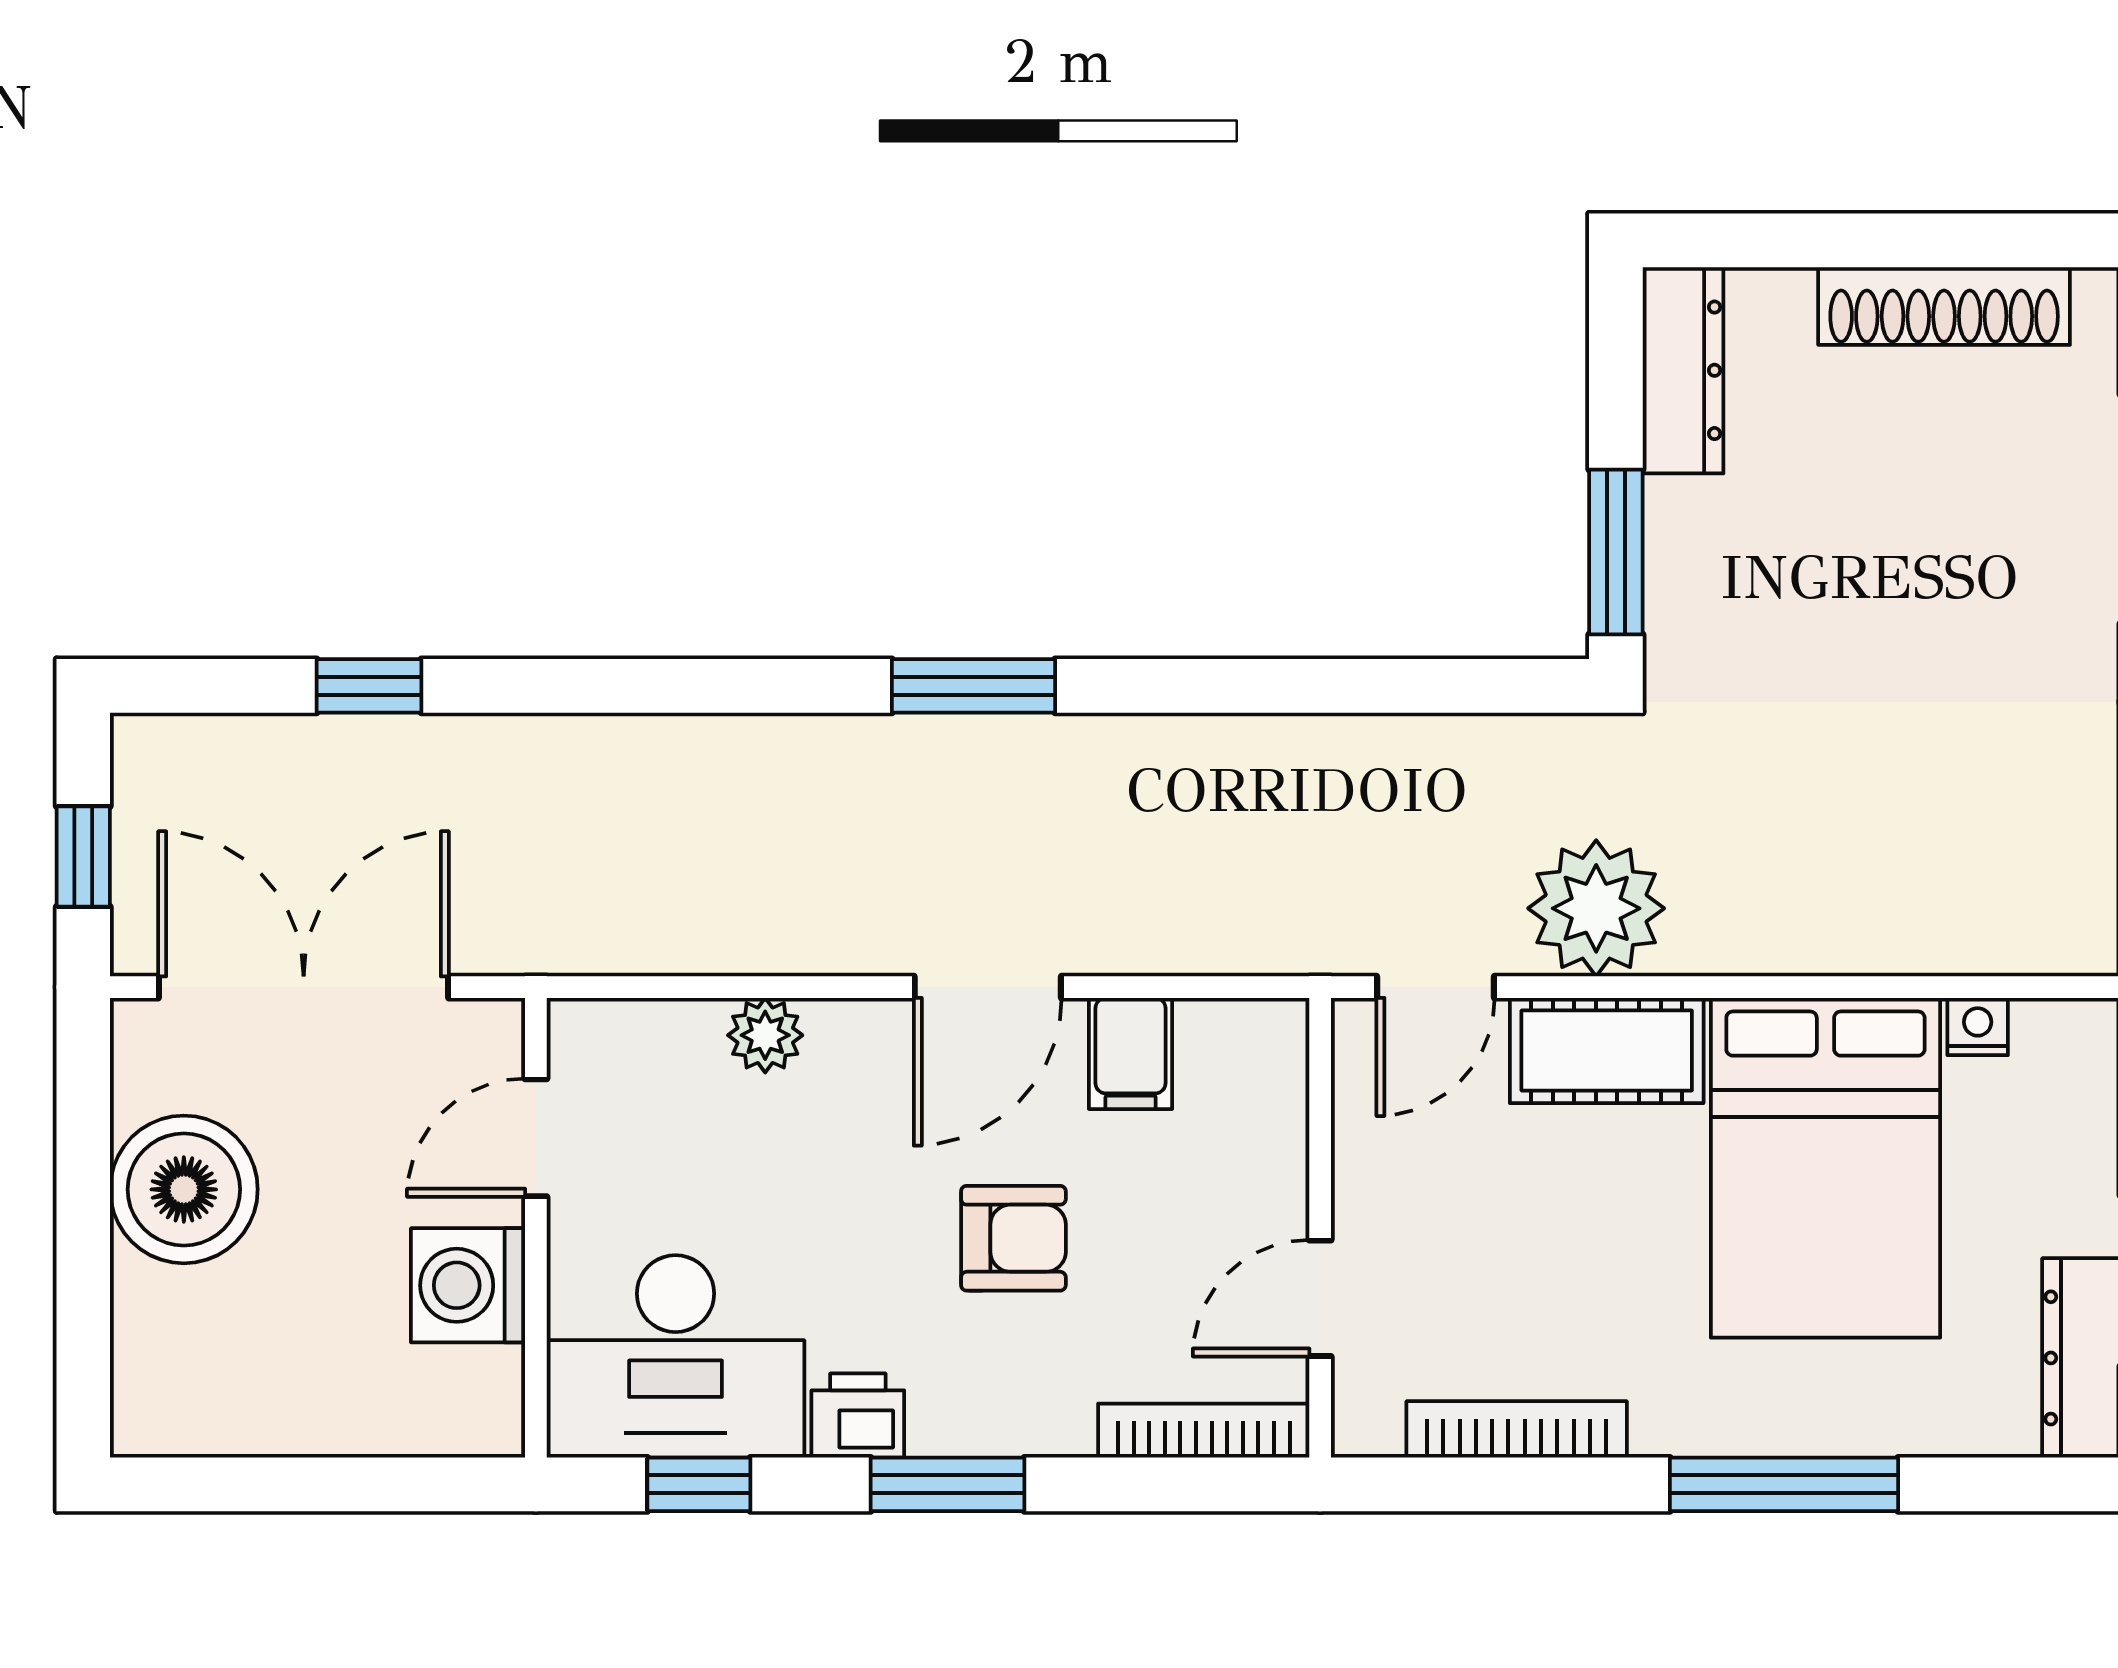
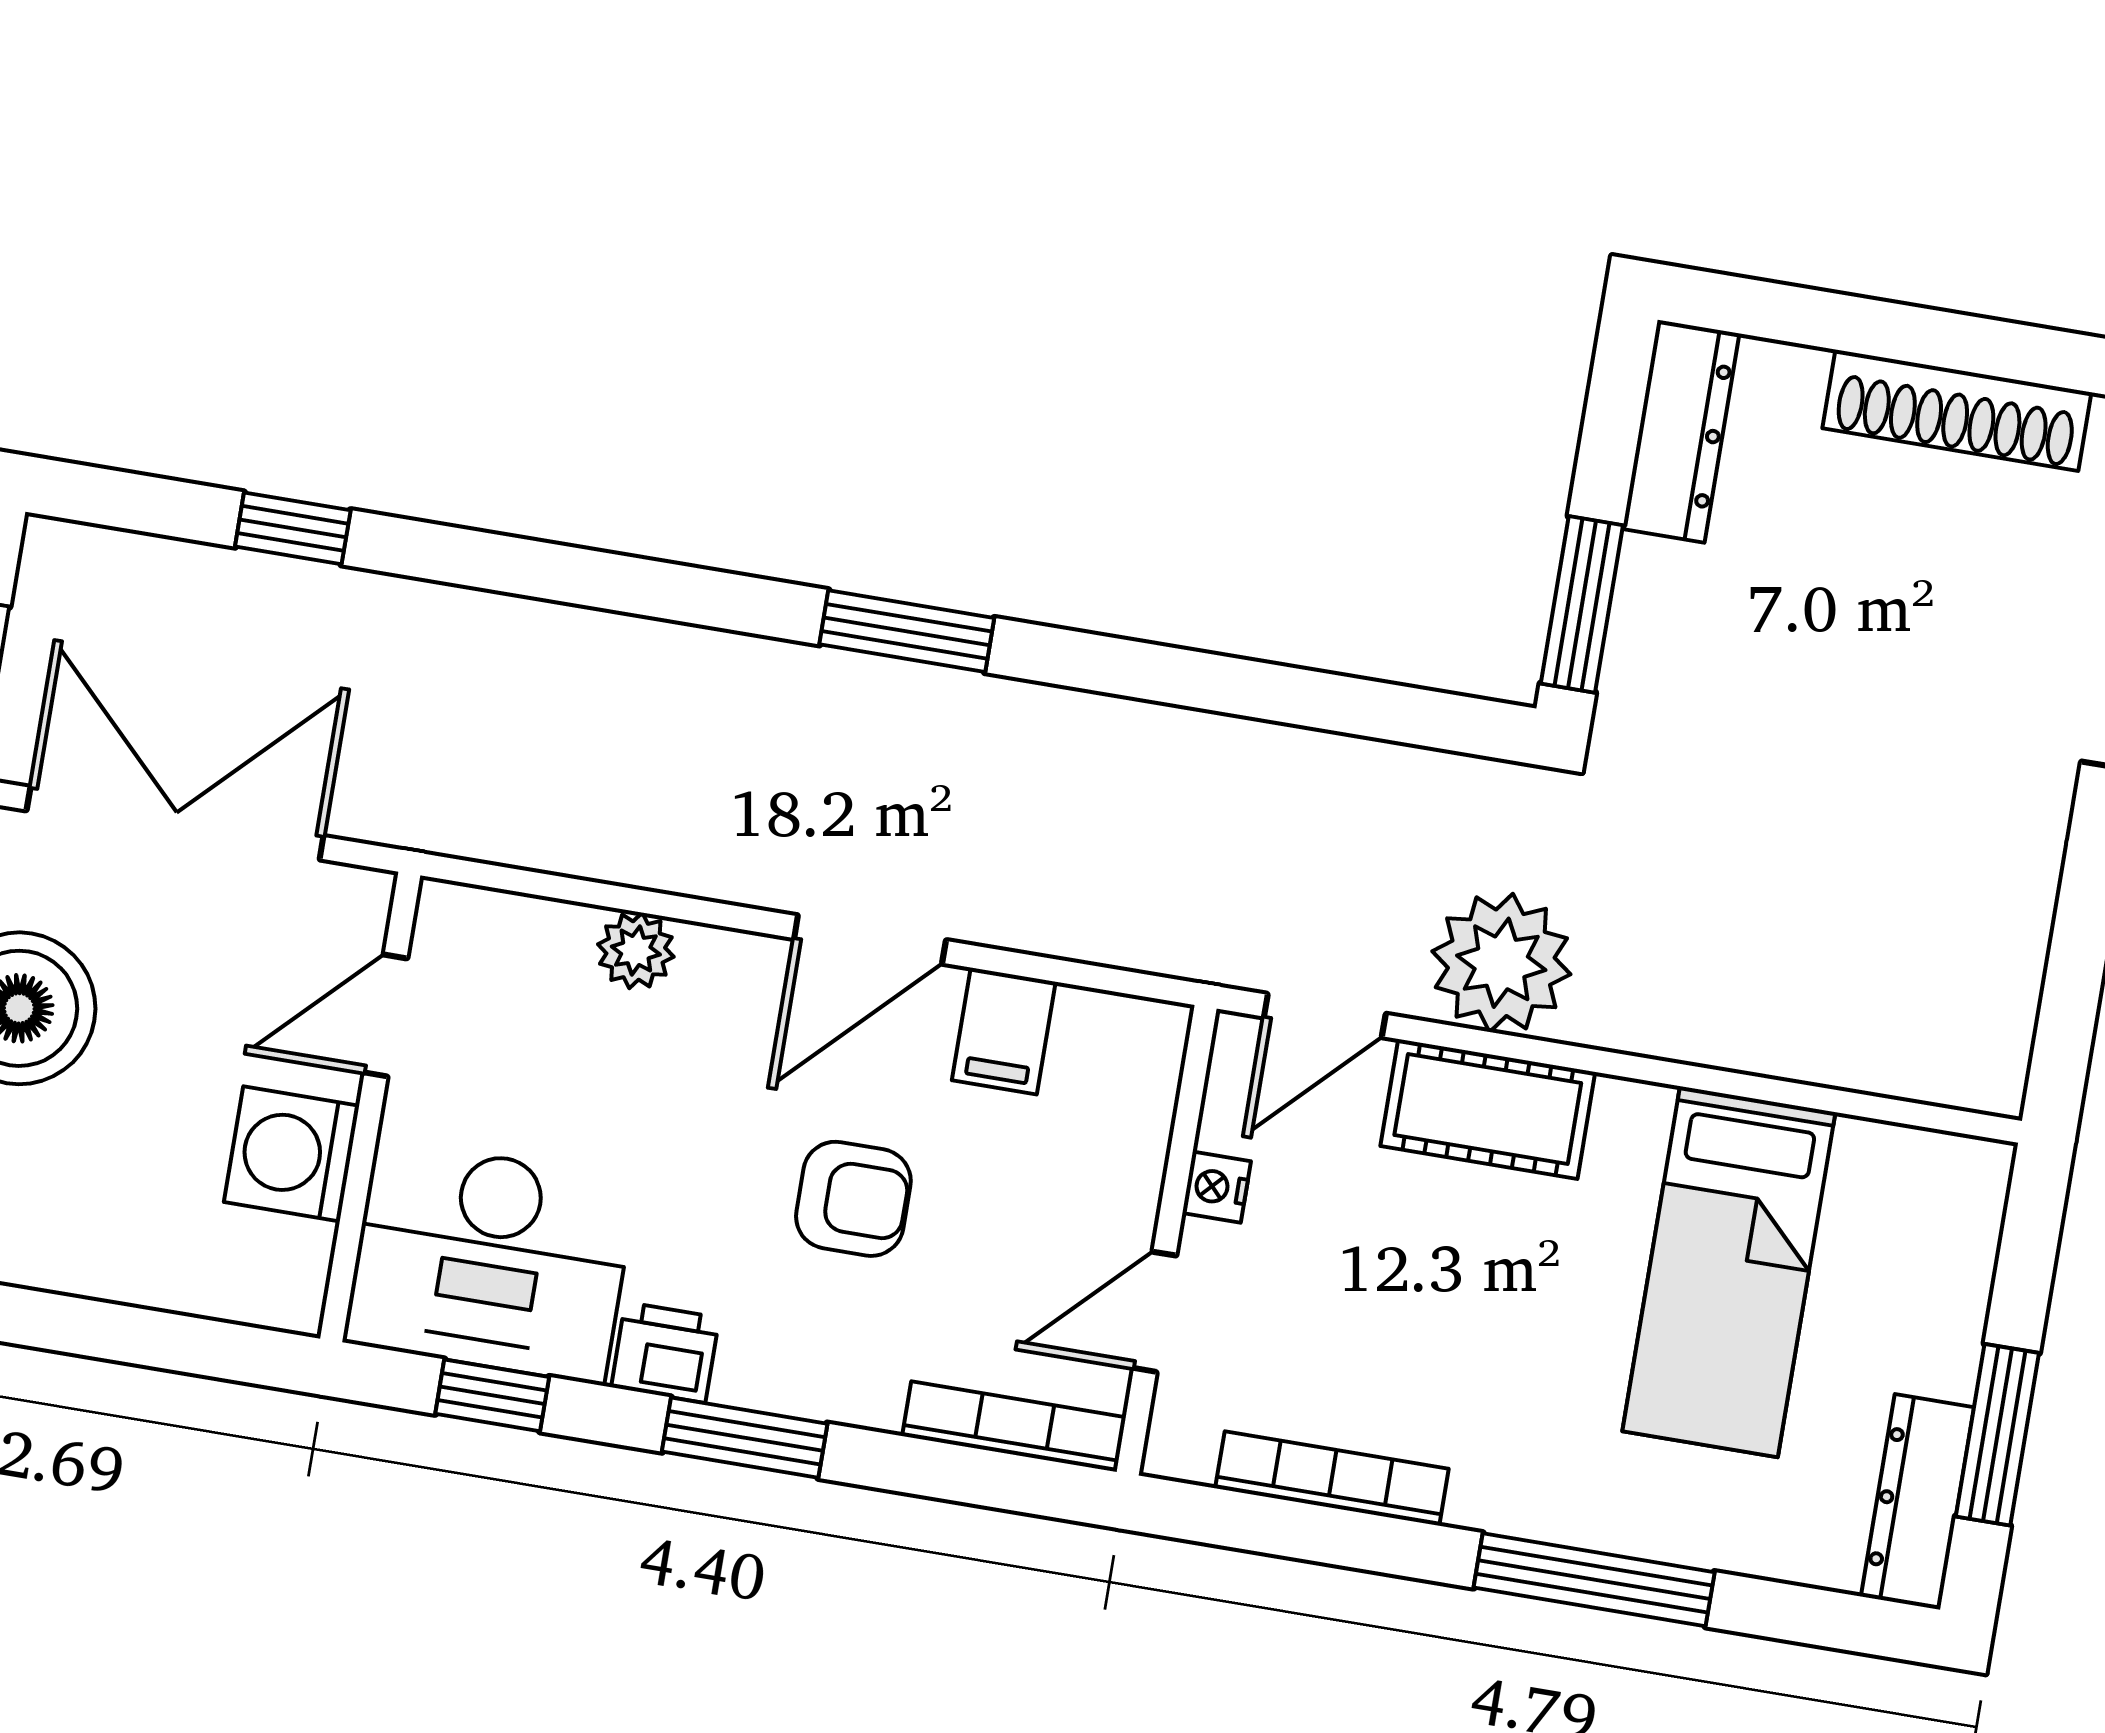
nightstand: (1978, 1027) -> (1217, 1187), moved, turned -90
bed: (1825, 1168) -> (1729, 1272), width x0.67

